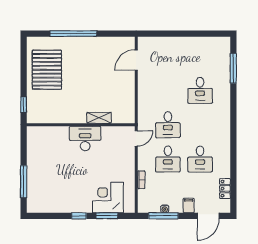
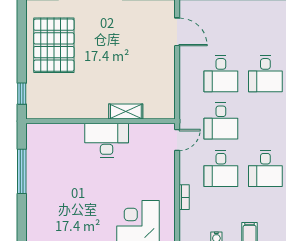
door: (136, 60) -> (177, 32), swing flipped
desk: (168, 90) -> (221, 74), added
window: (24, 182) -> (22, 171), moved

